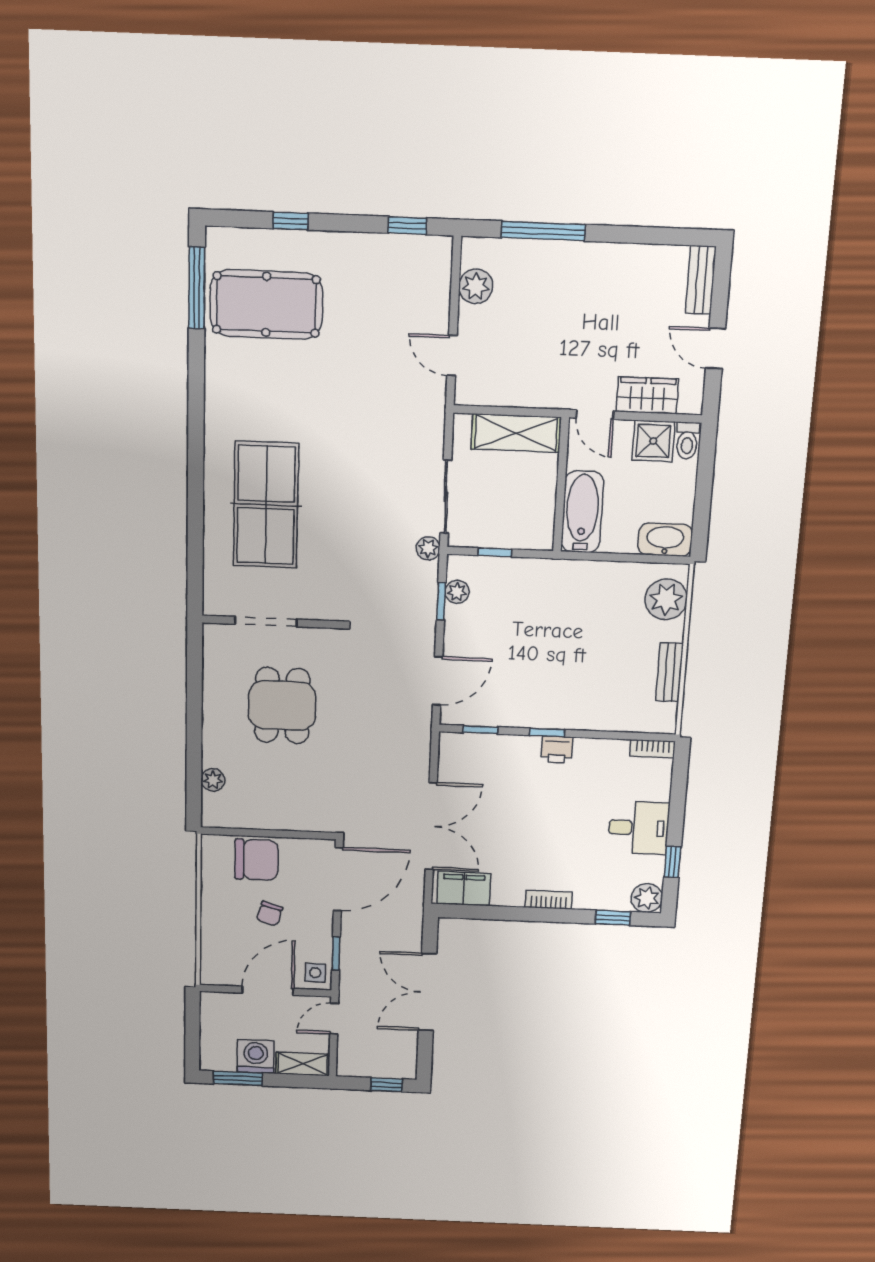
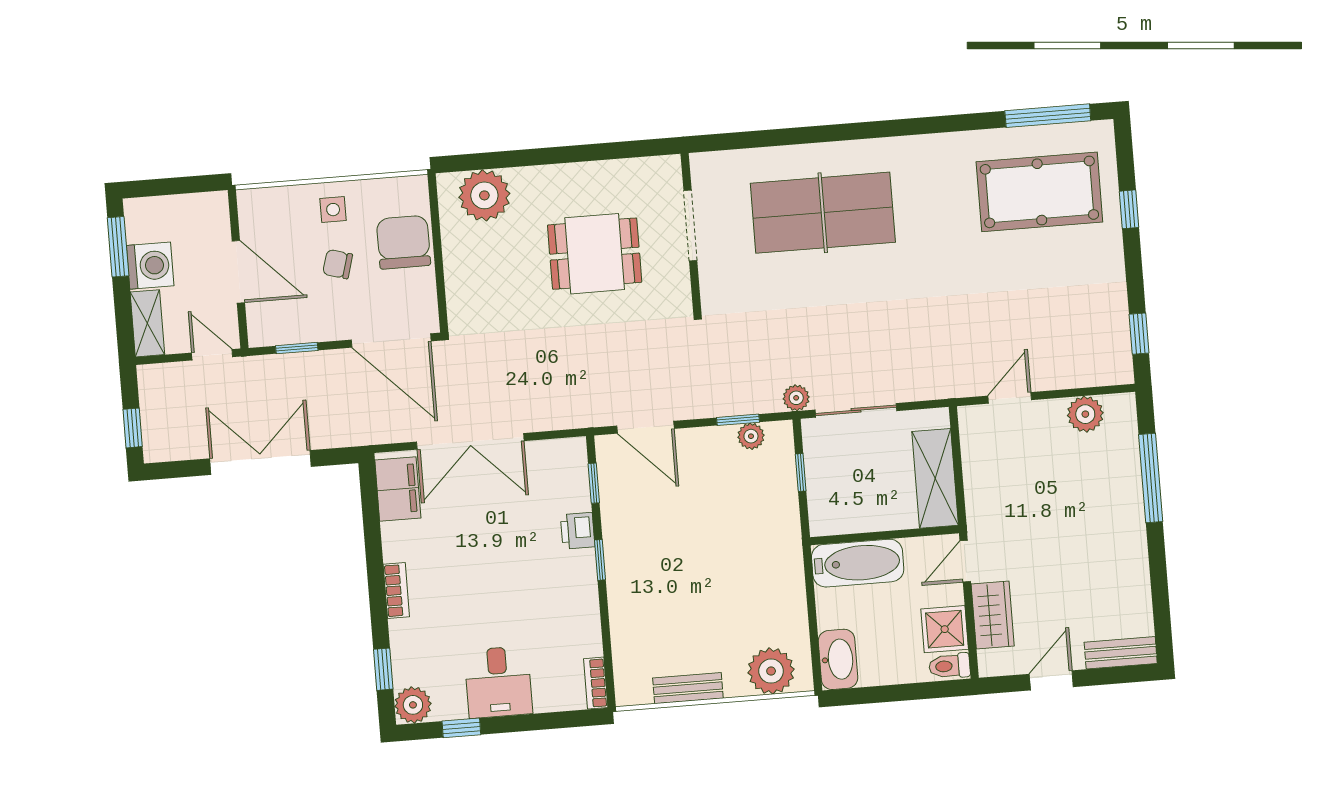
pool table: (266, 304) -> (1039, 192), turned 90
printer: (557, 749) -> (578, 531), moved
plant: (213, 780) -> (484, 195), width x1.88, depth x1.88
chair: (256, 860) -> (404, 242), turned 180
side table: (315, 973) -> (333, 210), moved

